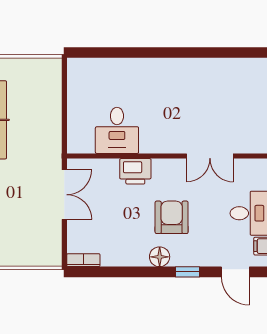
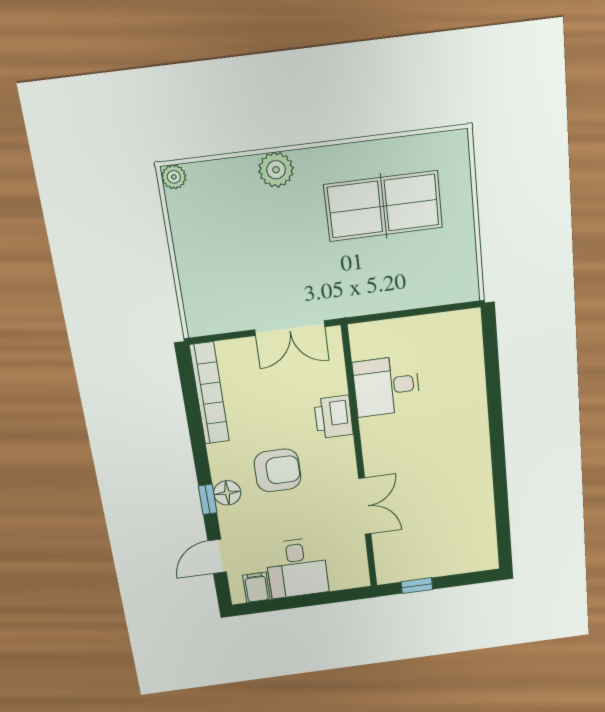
double door: (210, 156) -> (365, 506), swing flipped
floor lamp: (160, 257) -> (227, 493), moved
bookcase: (83, 260) -> (209, 393), width x2.31, depth x1.31

